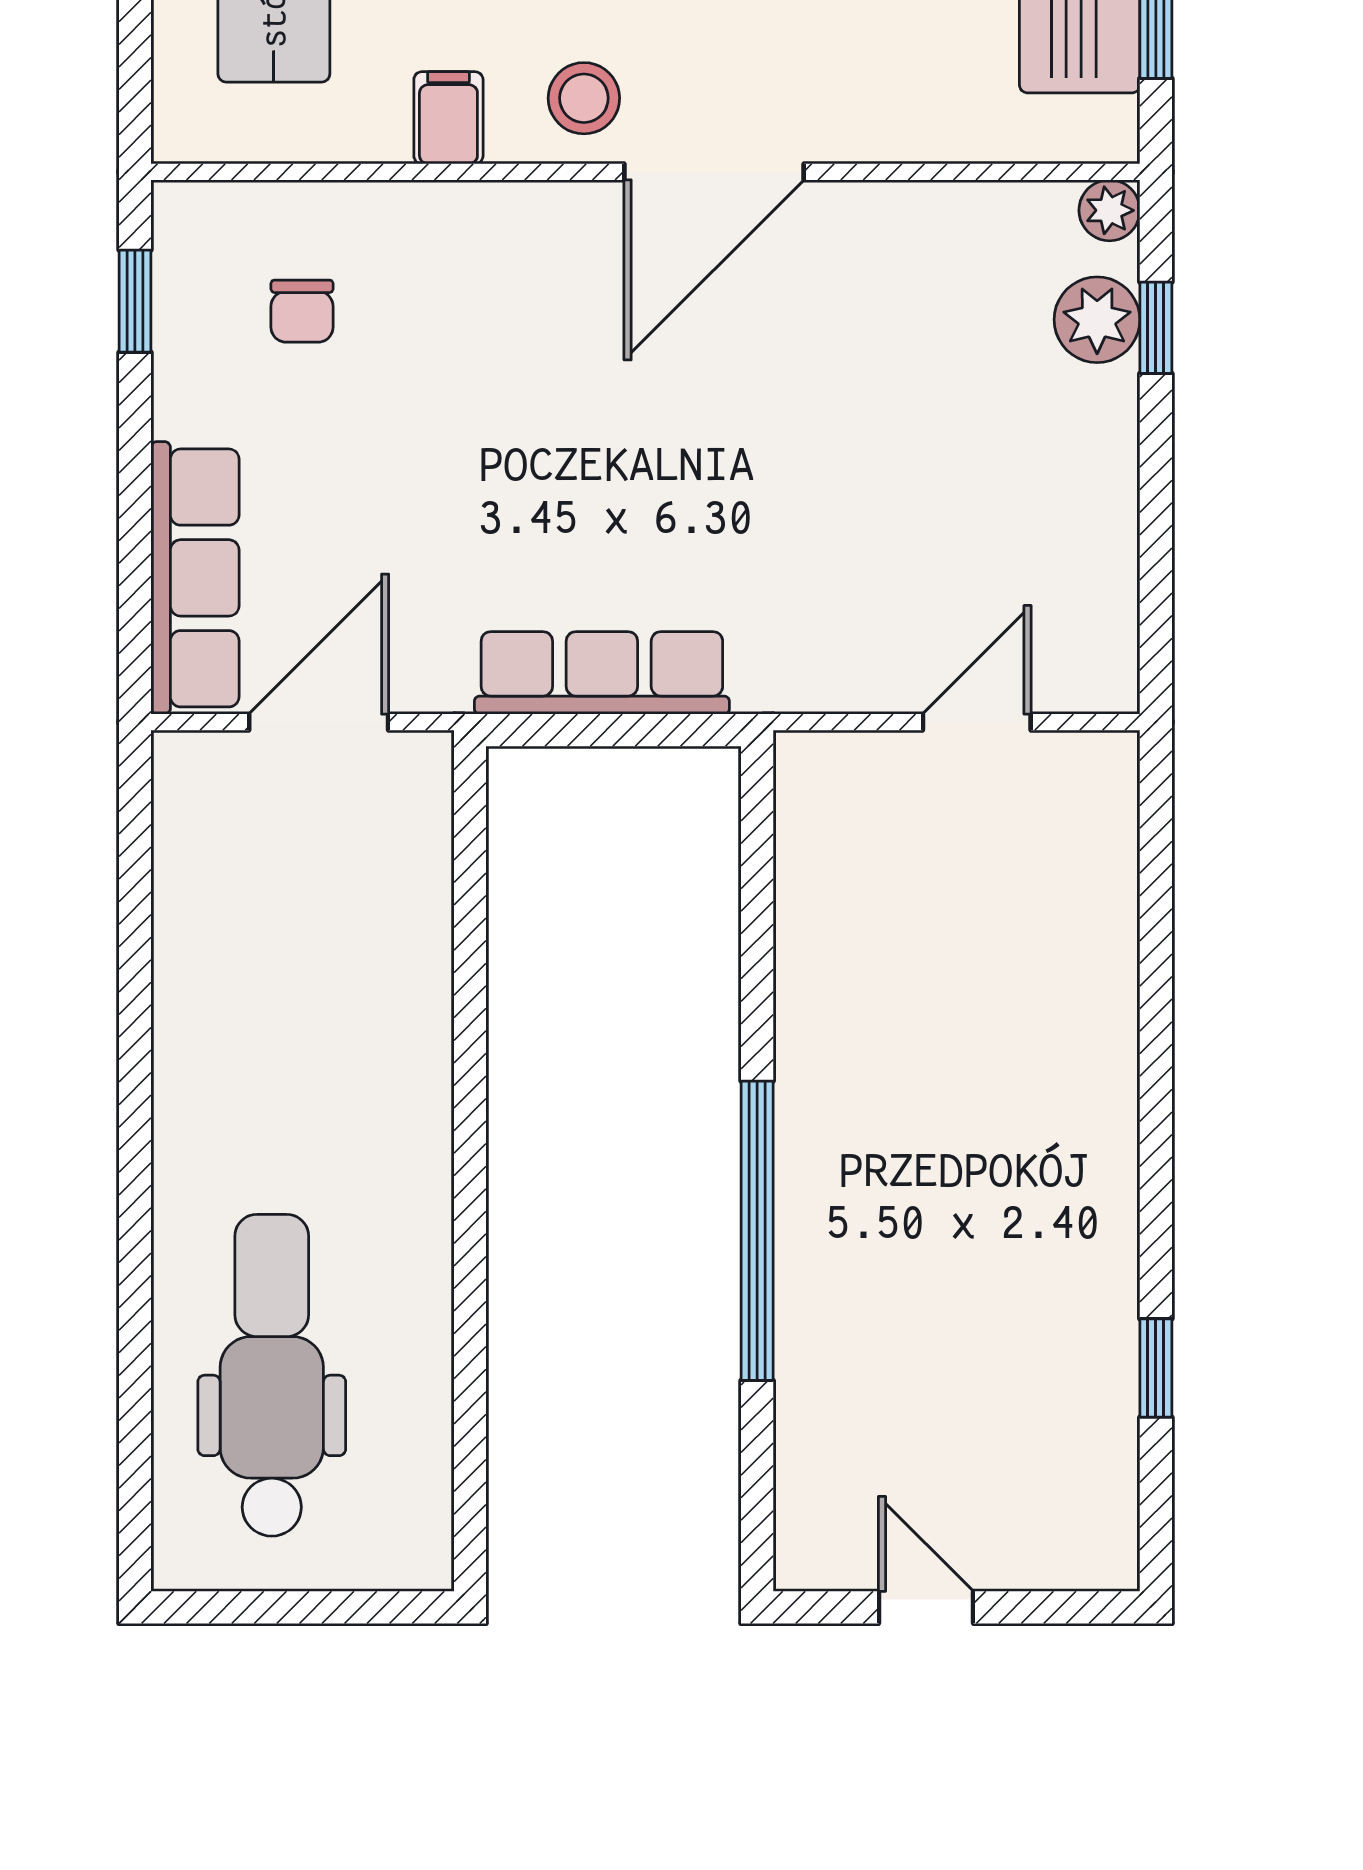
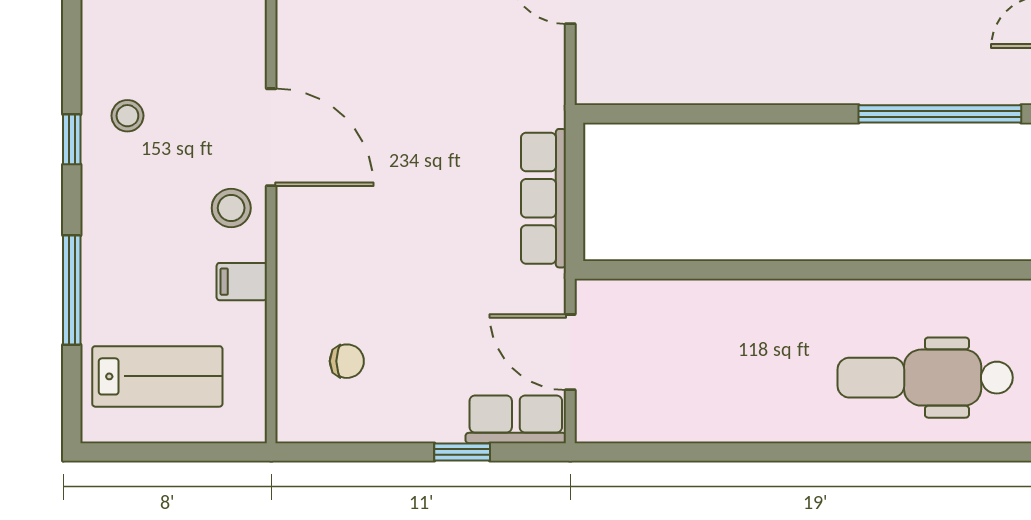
window: (135, 301) -> (462, 452), moved
row of seats: (195, 578) -> (516, 419), width x0.68
window: (757, 1231) -> (940, 114), moved

